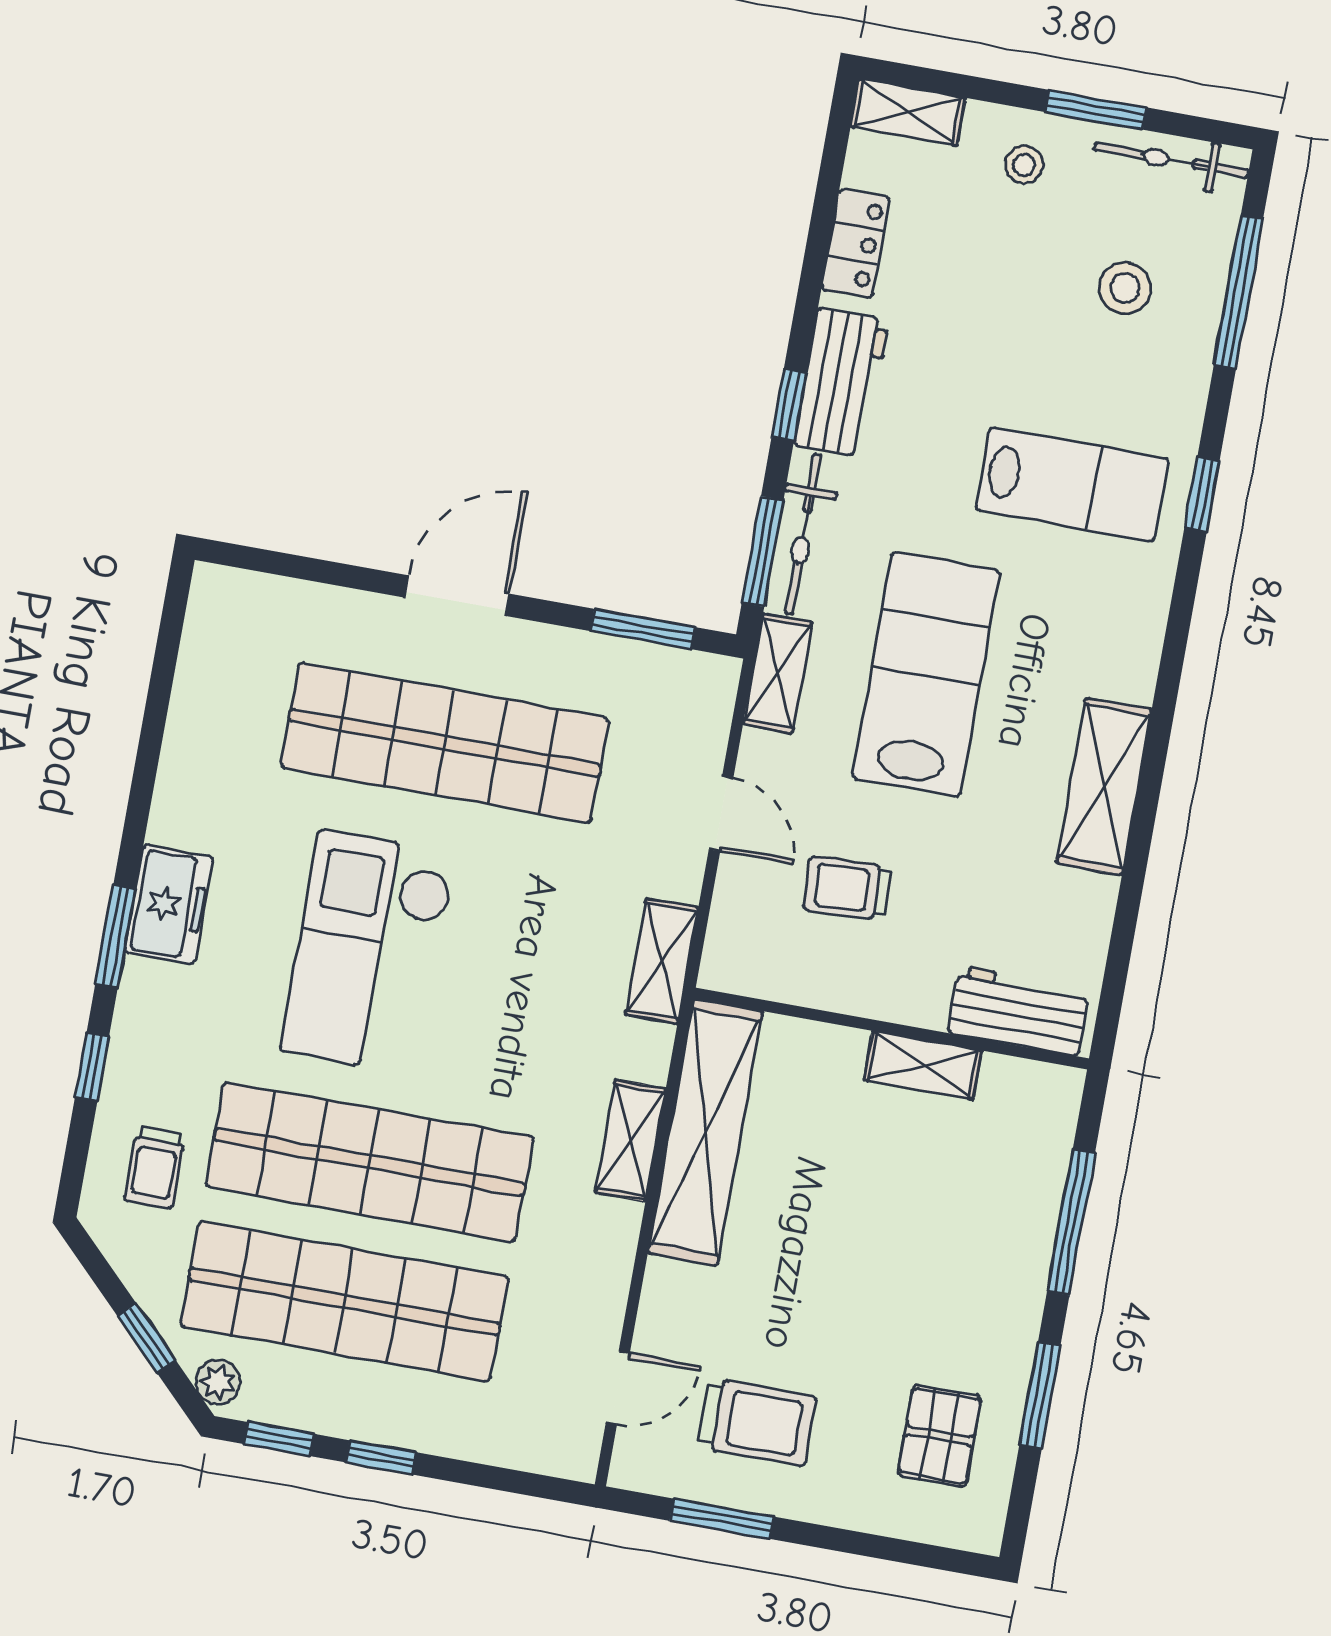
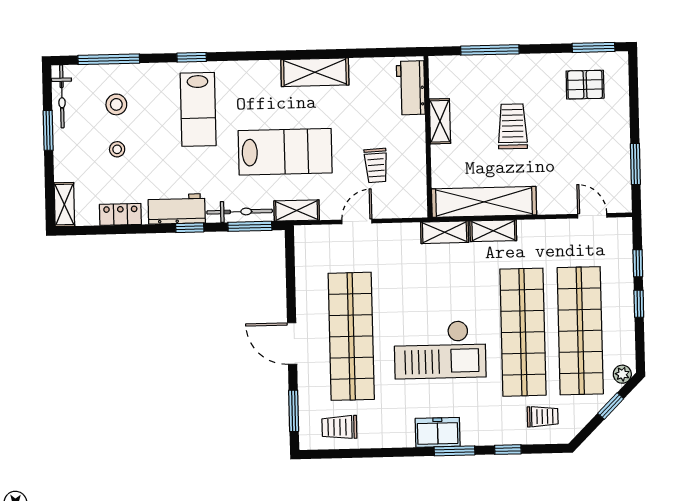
stool: (1024, 165) -> (117, 149), moved
lab bench: (1072, 484) -> (198, 109), turned 180
window: (643, 629) -> (294, 411), moved
trolley: (230, 669) -> (339, 427), added
lab bench: (926, 674) -> (285, 152), turned 180
shelving: (662, 961) -> (445, 232), moved
window: (1040, 1395) -> (593, 47), moved
trolley: (757, 1422) -> (513, 126), moved
window: (279, 1439) -> (638, 263), moved

